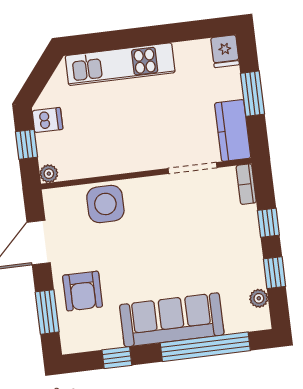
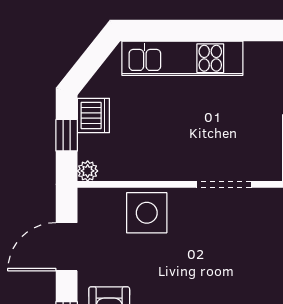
dishwasher: (47, 120) -> (93, 116), width x1.38
doorway: (193, 168) -> (224, 184), moved

